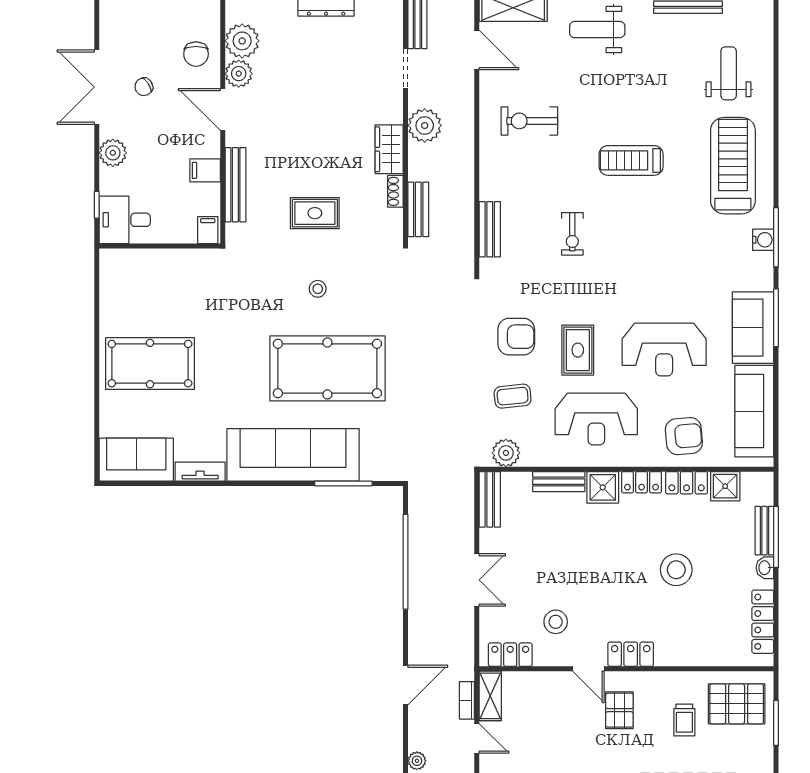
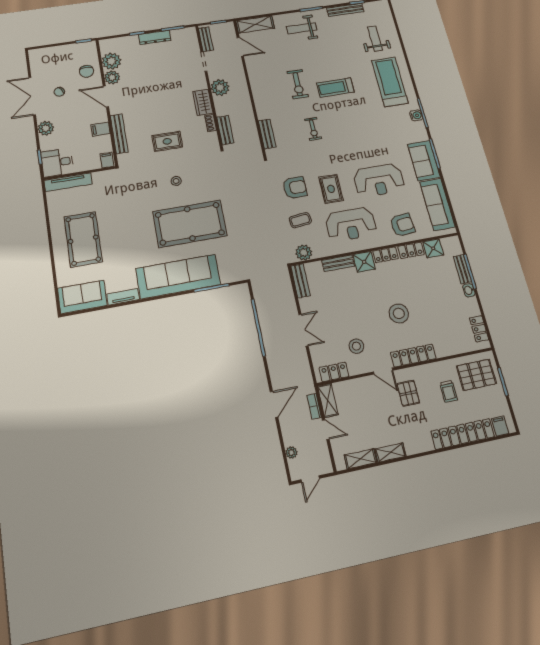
exercise bike: (529, 121) -> (298, 84), moved, turned -89
tv unit: (138, 259) -> (68, 182), added
pool table: (150, 364) -> (83, 239), turned 90
stool: (676, 570) -> (399, 313), moved
locker: (763, 622) -> (479, 329), width x0.66
locker: (631, 654) -> (413, 355), width x1.53

